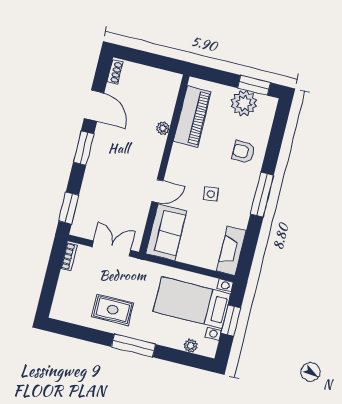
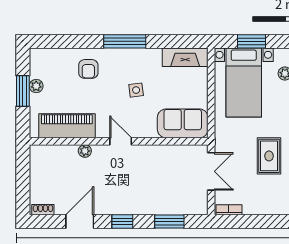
window: (254, 85) -> (23, 91), moved
plant: (244, 103) -> (36, 86), width x0.53, depth x0.53
window: (84, 148) -> (122, 222), width x0.67
door: (158, 191) -> (121, 141), moved
window: (69, 208) -> (169, 222), moved
double door: (111, 249) -> (211, 171), swing flipped

